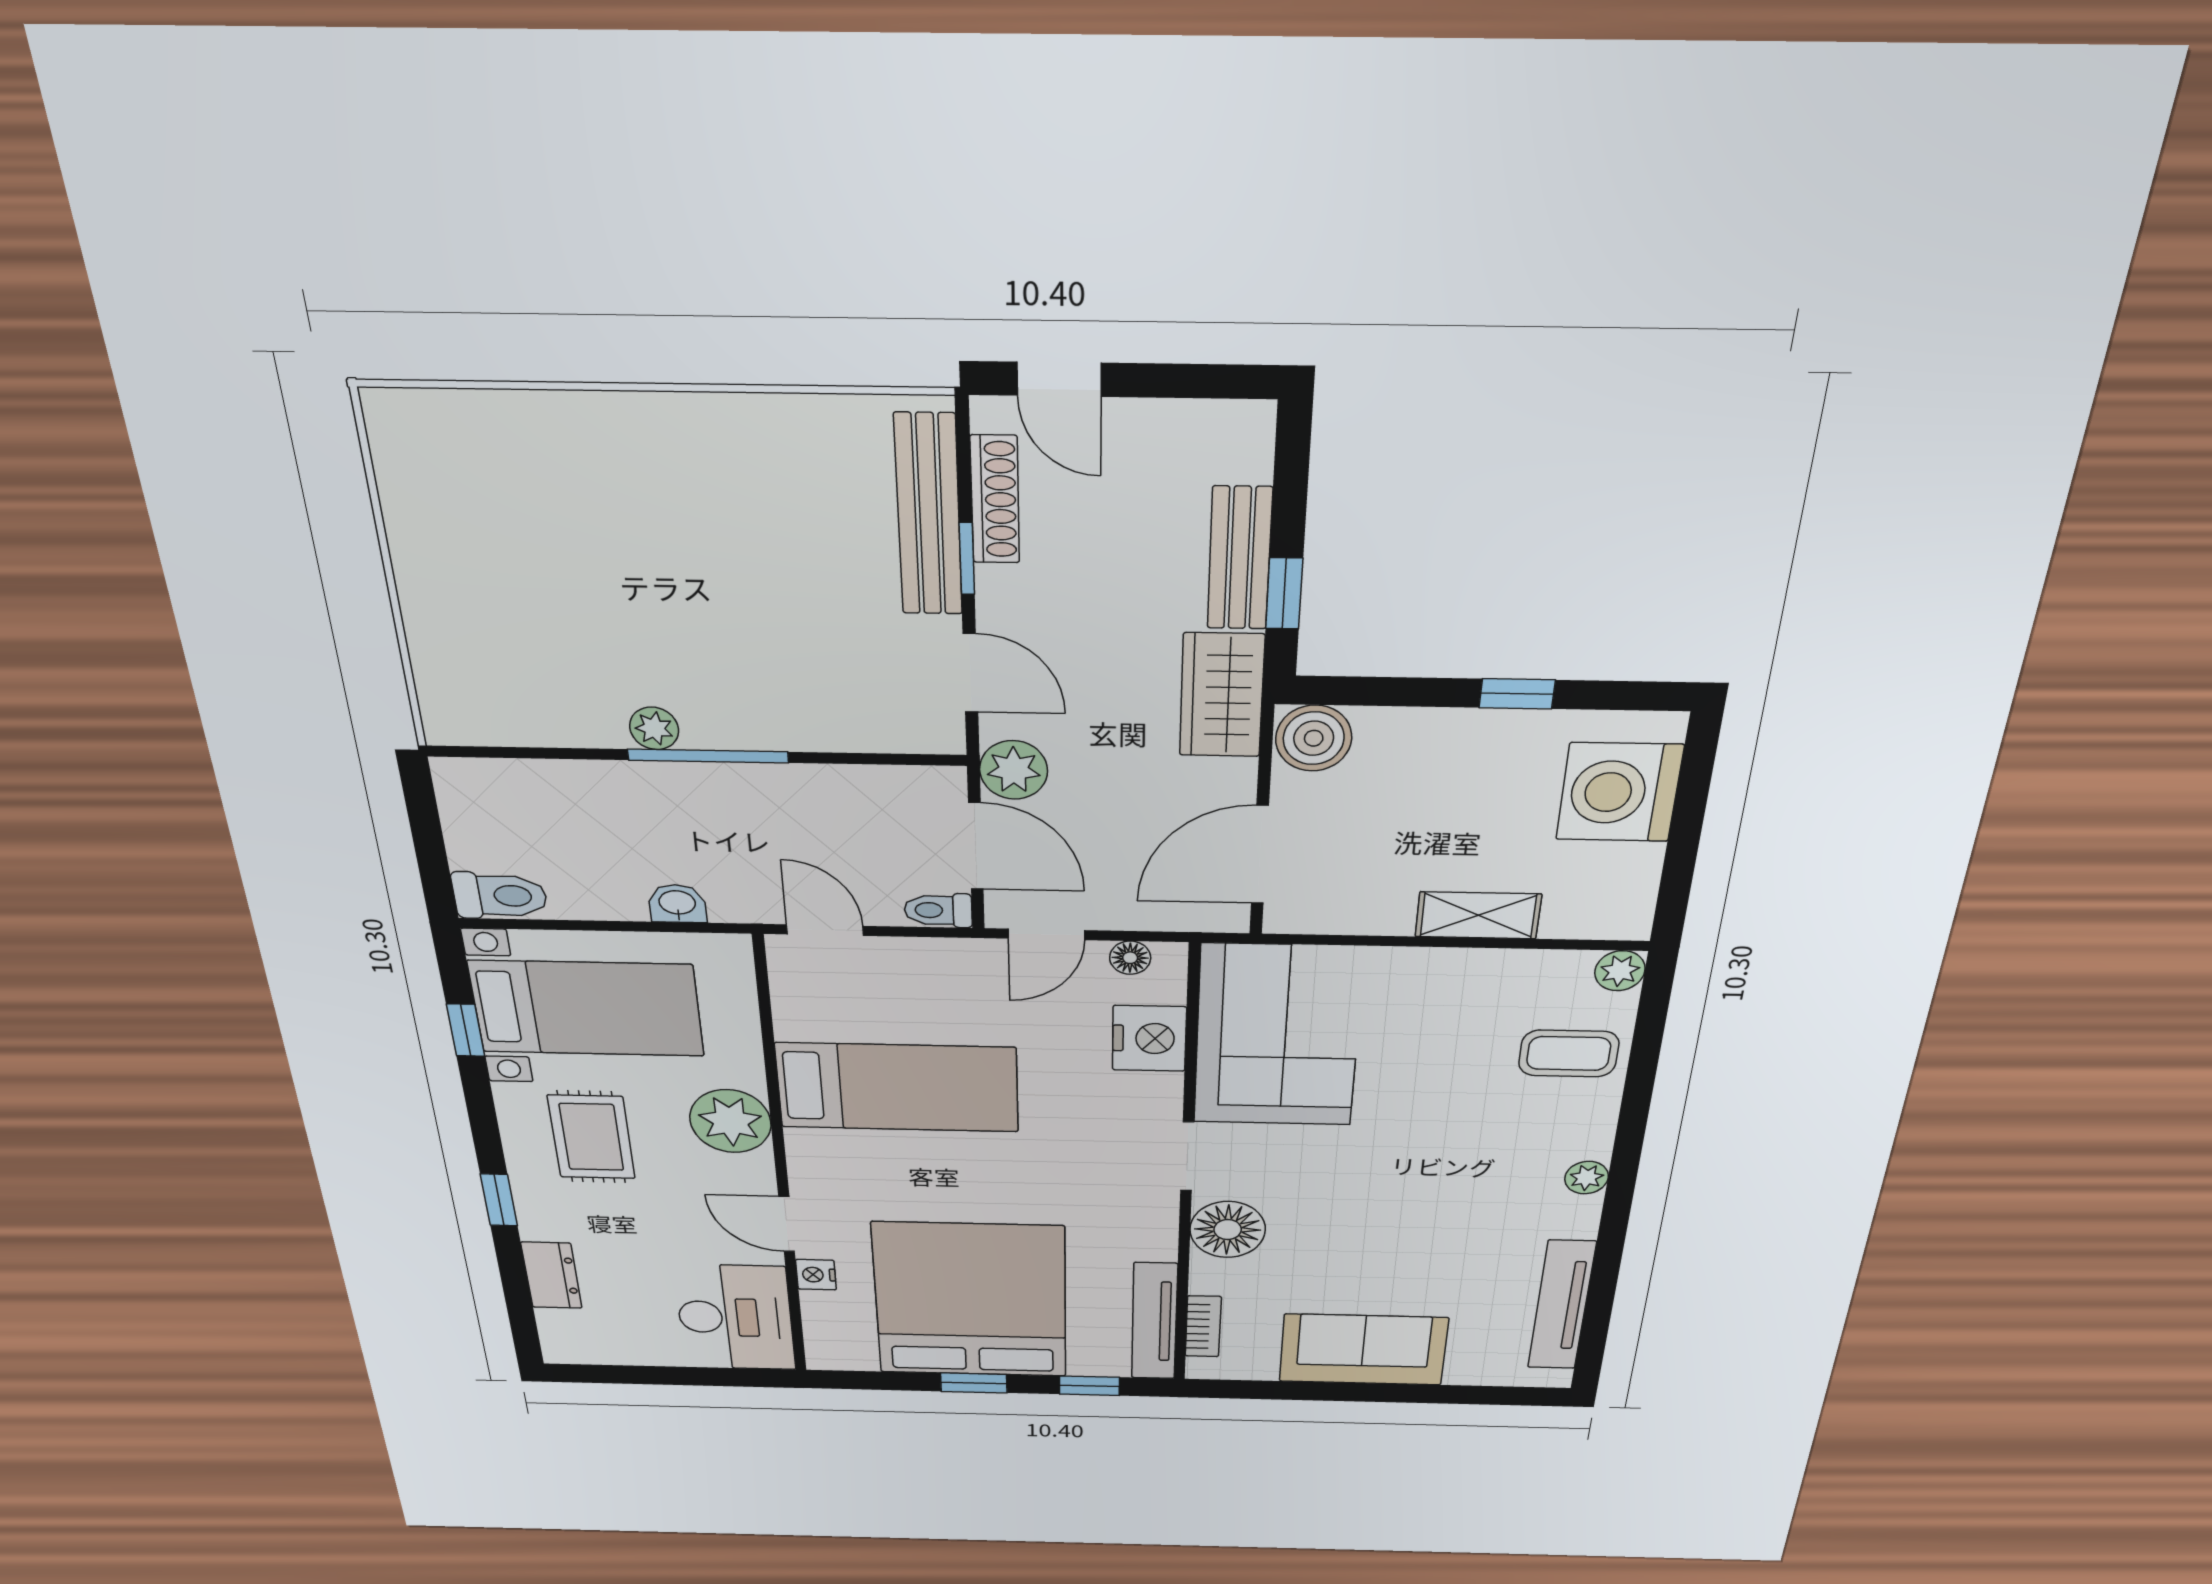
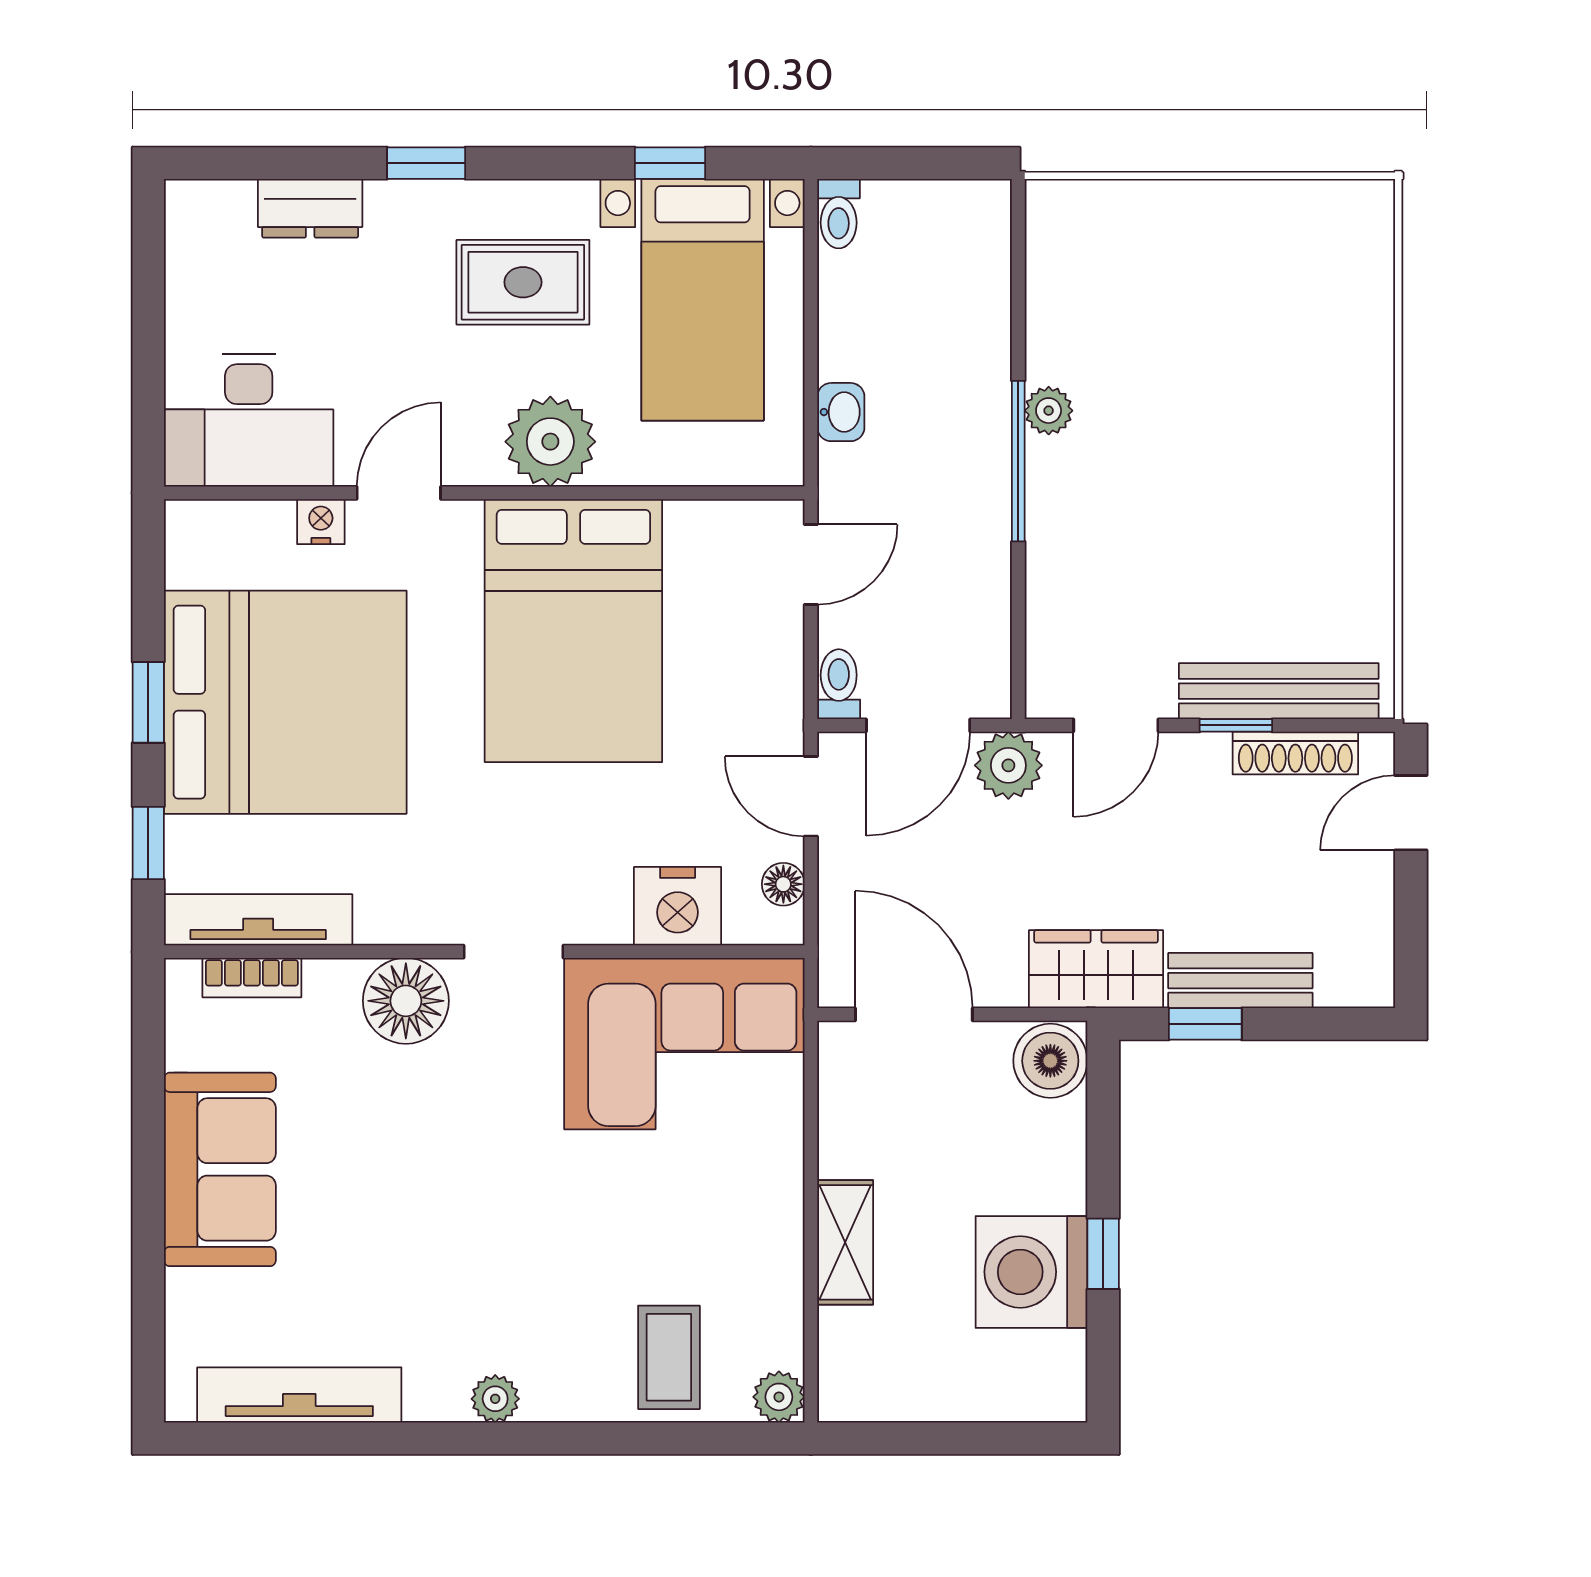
washing machine: (1619, 792) -> (1031, 1272), moved, turned -90
toilet: (500, 896) -> (839, 214), width x0.73, depth x0.72
bed: (897, 1087) -> (573, 631), width x1.50

